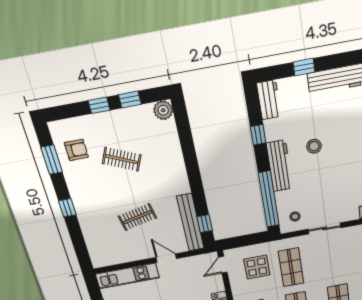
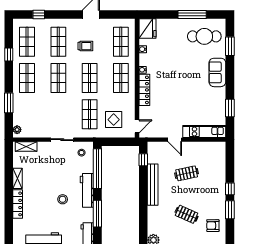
window: (258, 135) -> (97, 214), width x2.17
window: (52, 160) -> (230, 210), moved
bench: (190, 223) -> (153, 185), moved

